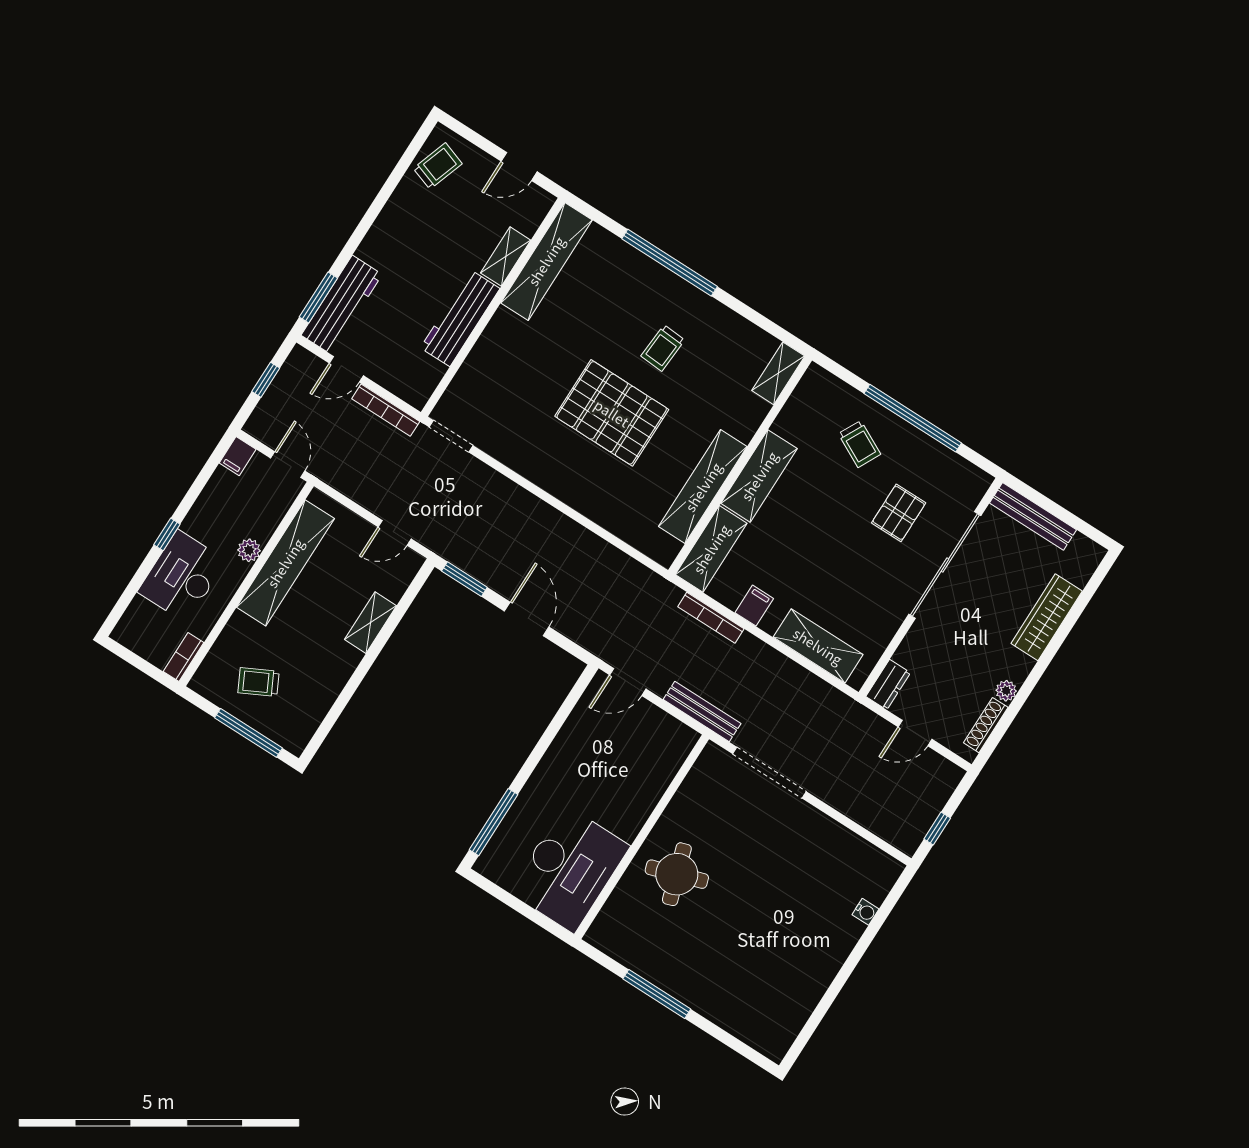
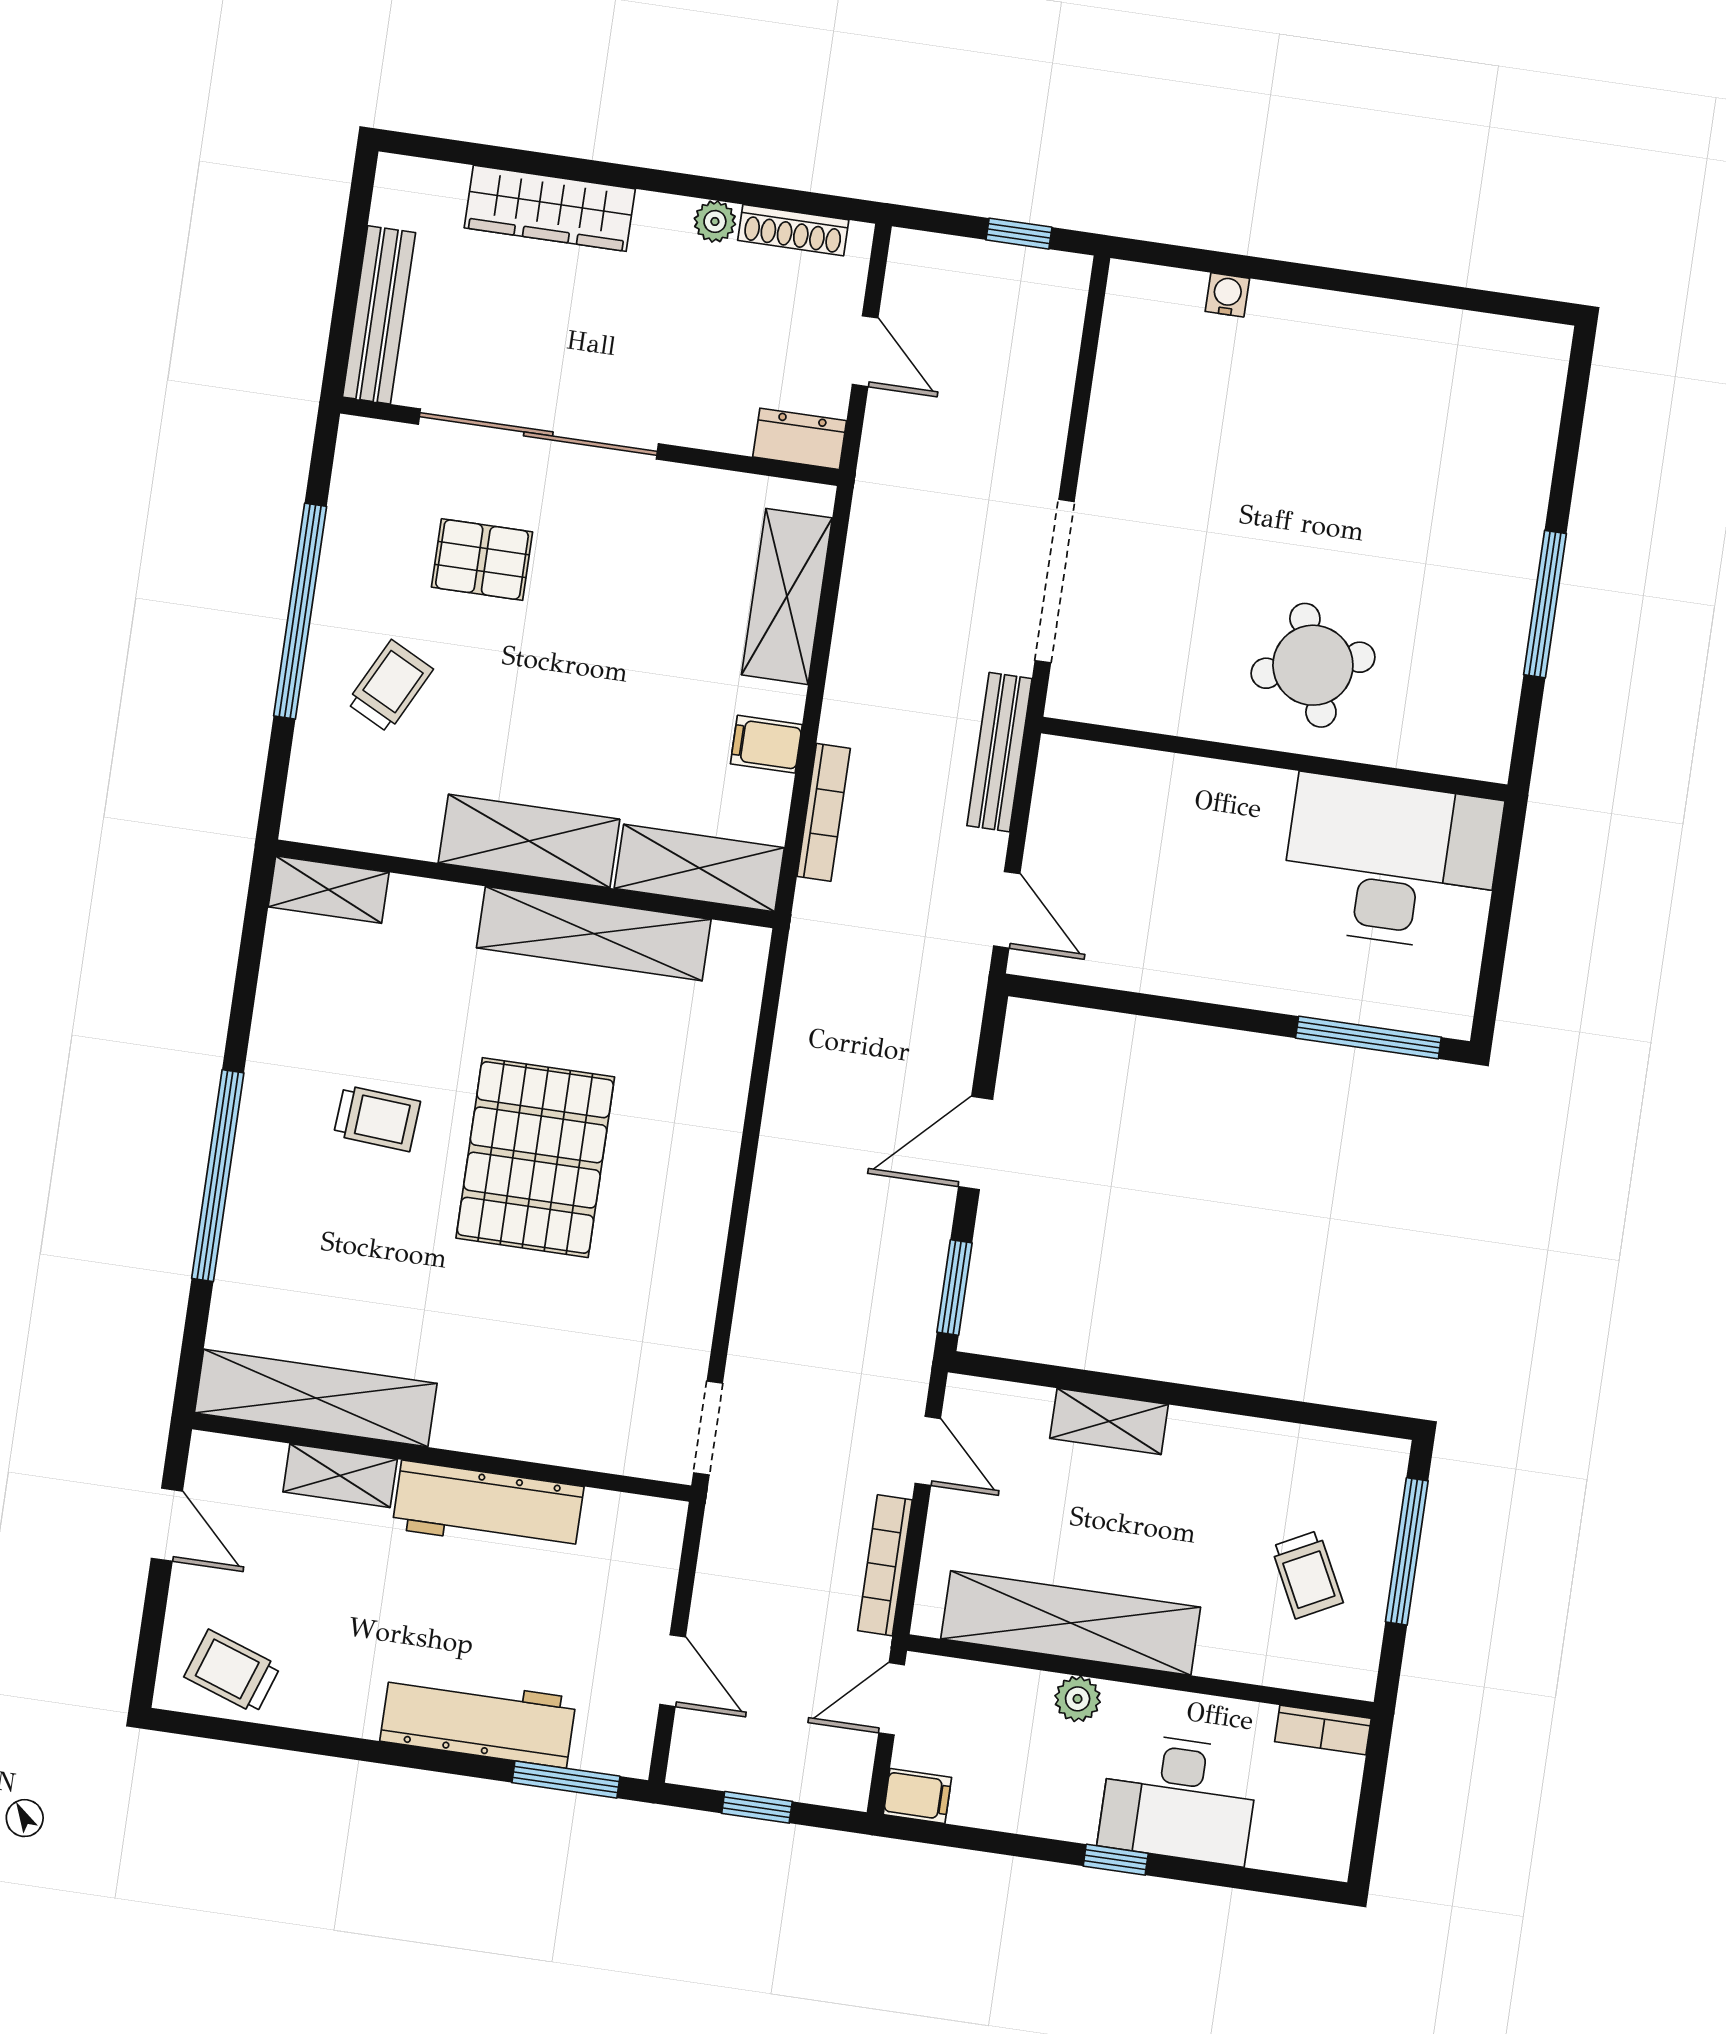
workbench: (342, 305) -> (478, 1720), moved
bookcase: (386, 410) -> (885, 1565), moved, turned 180

